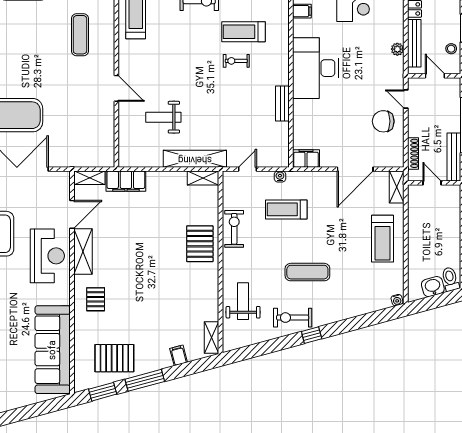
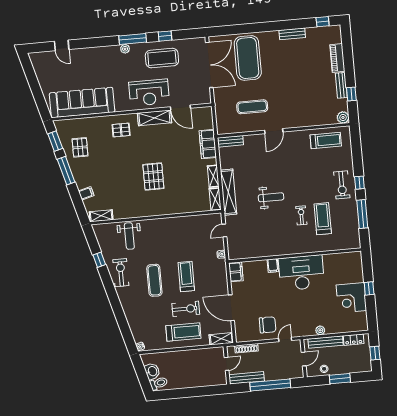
filing cabinet: (302, 11) -> (273, 266), moved
exercise mat: (80, 35) -> (252, 107), moved
bench: (282, 103) -> (230, 141), moved
weight bench: (163, 117) -> (271, 197), moved, turned 90
chair: (383, 121) -> (268, 325), turned 90
door: (247, 169) -> (224, 230), swing flipped
shelving: (90, 178) -> (213, 176), moved
treadmill: (286, 209) -> (186, 276), moved
exercise bike: (234, 229) -> (186, 309), moved
treadmill: (383, 239) -> (183, 332), turned 180
pallet: (200, 244) -> (153, 176), moved, turned 90
weight bench: (243, 301) -> (129, 236), turned 90
window: (312, 335) -> (99, 260), moved
pallet: (114, 358) -> (80, 147), width x0.67, depth x0.71

